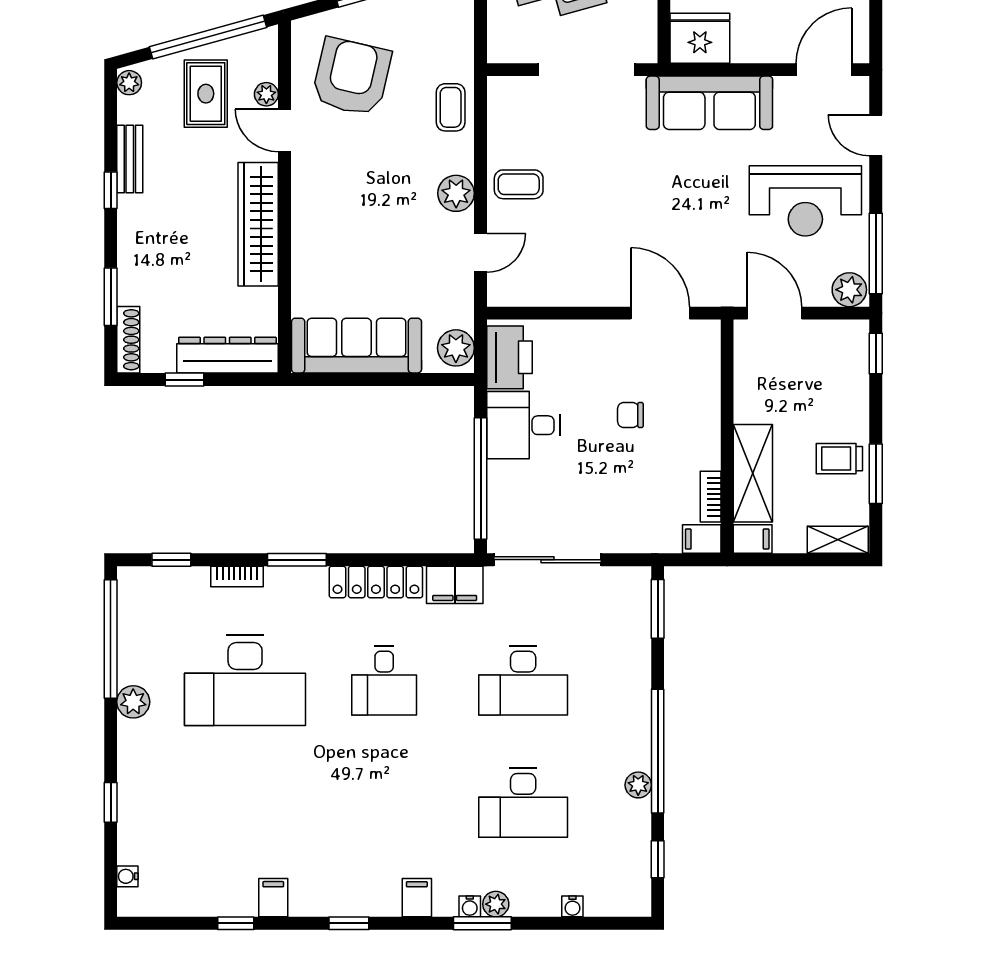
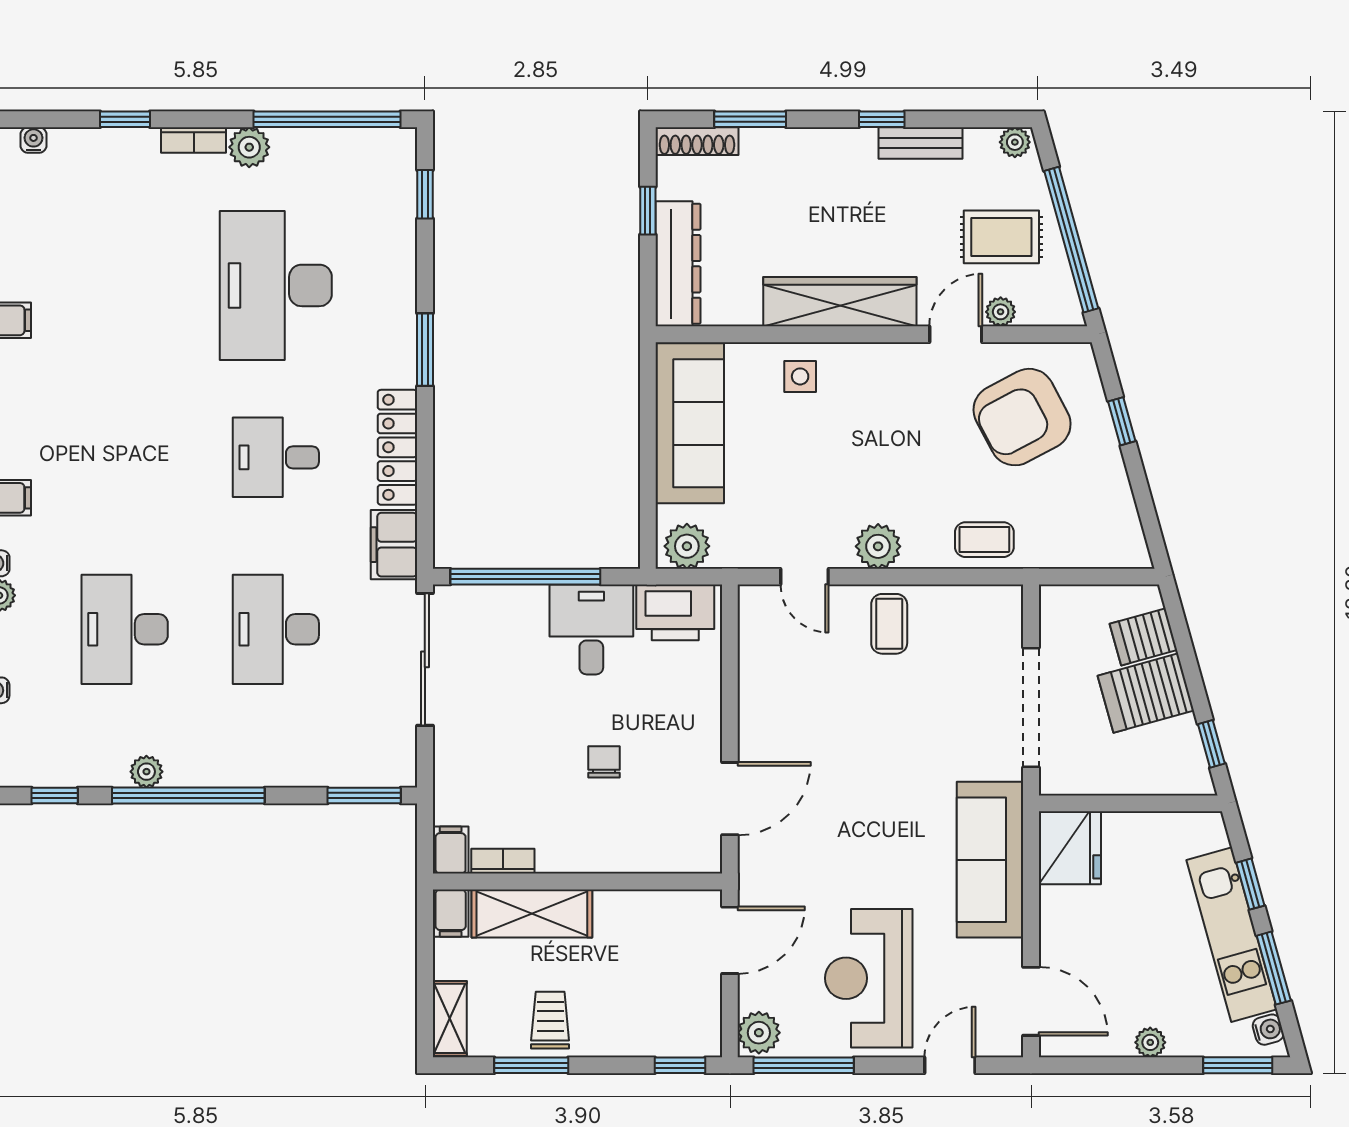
armchair: (351, 77) -> (1022, 417), turned 139
side table: (319, 256) -> (800, 376), added
bookcase: (237, 577) -> (194, 140), moved, turned -90

